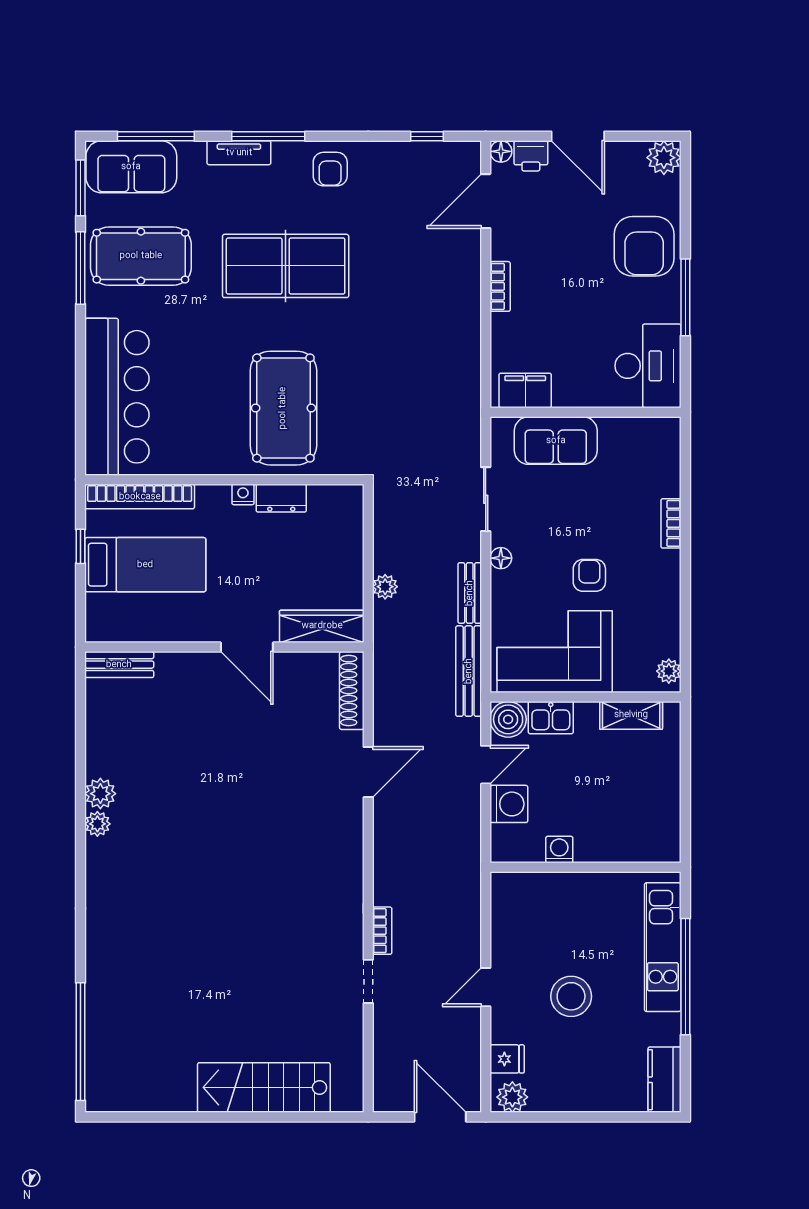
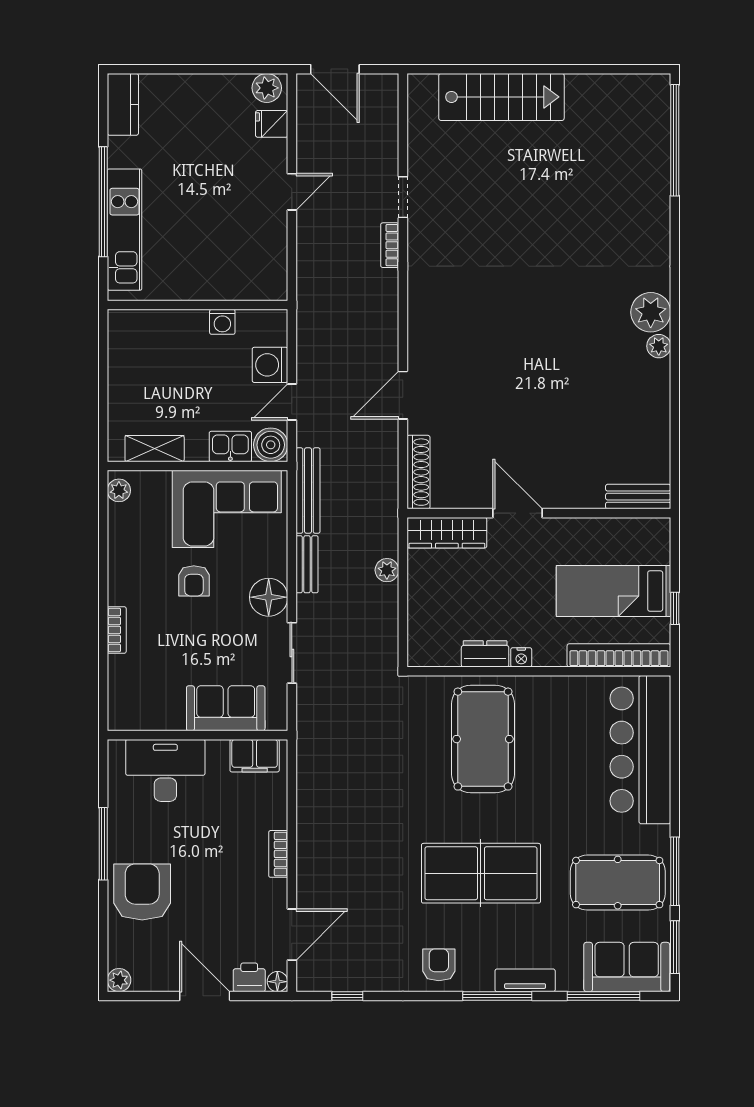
plant: (664, 158) -> (119, 980), width x0.73, depth x0.73
desk: (648, 366) -> (165, 770), moved, turned 90
floor lamp: (501, 558) -> (269, 597), width x1.89, depth x1.89
plant: (100, 794) -> (651, 312), moved, width x1.36, depth x1.36
stool: (571, 996) -> (211, 183), removed

